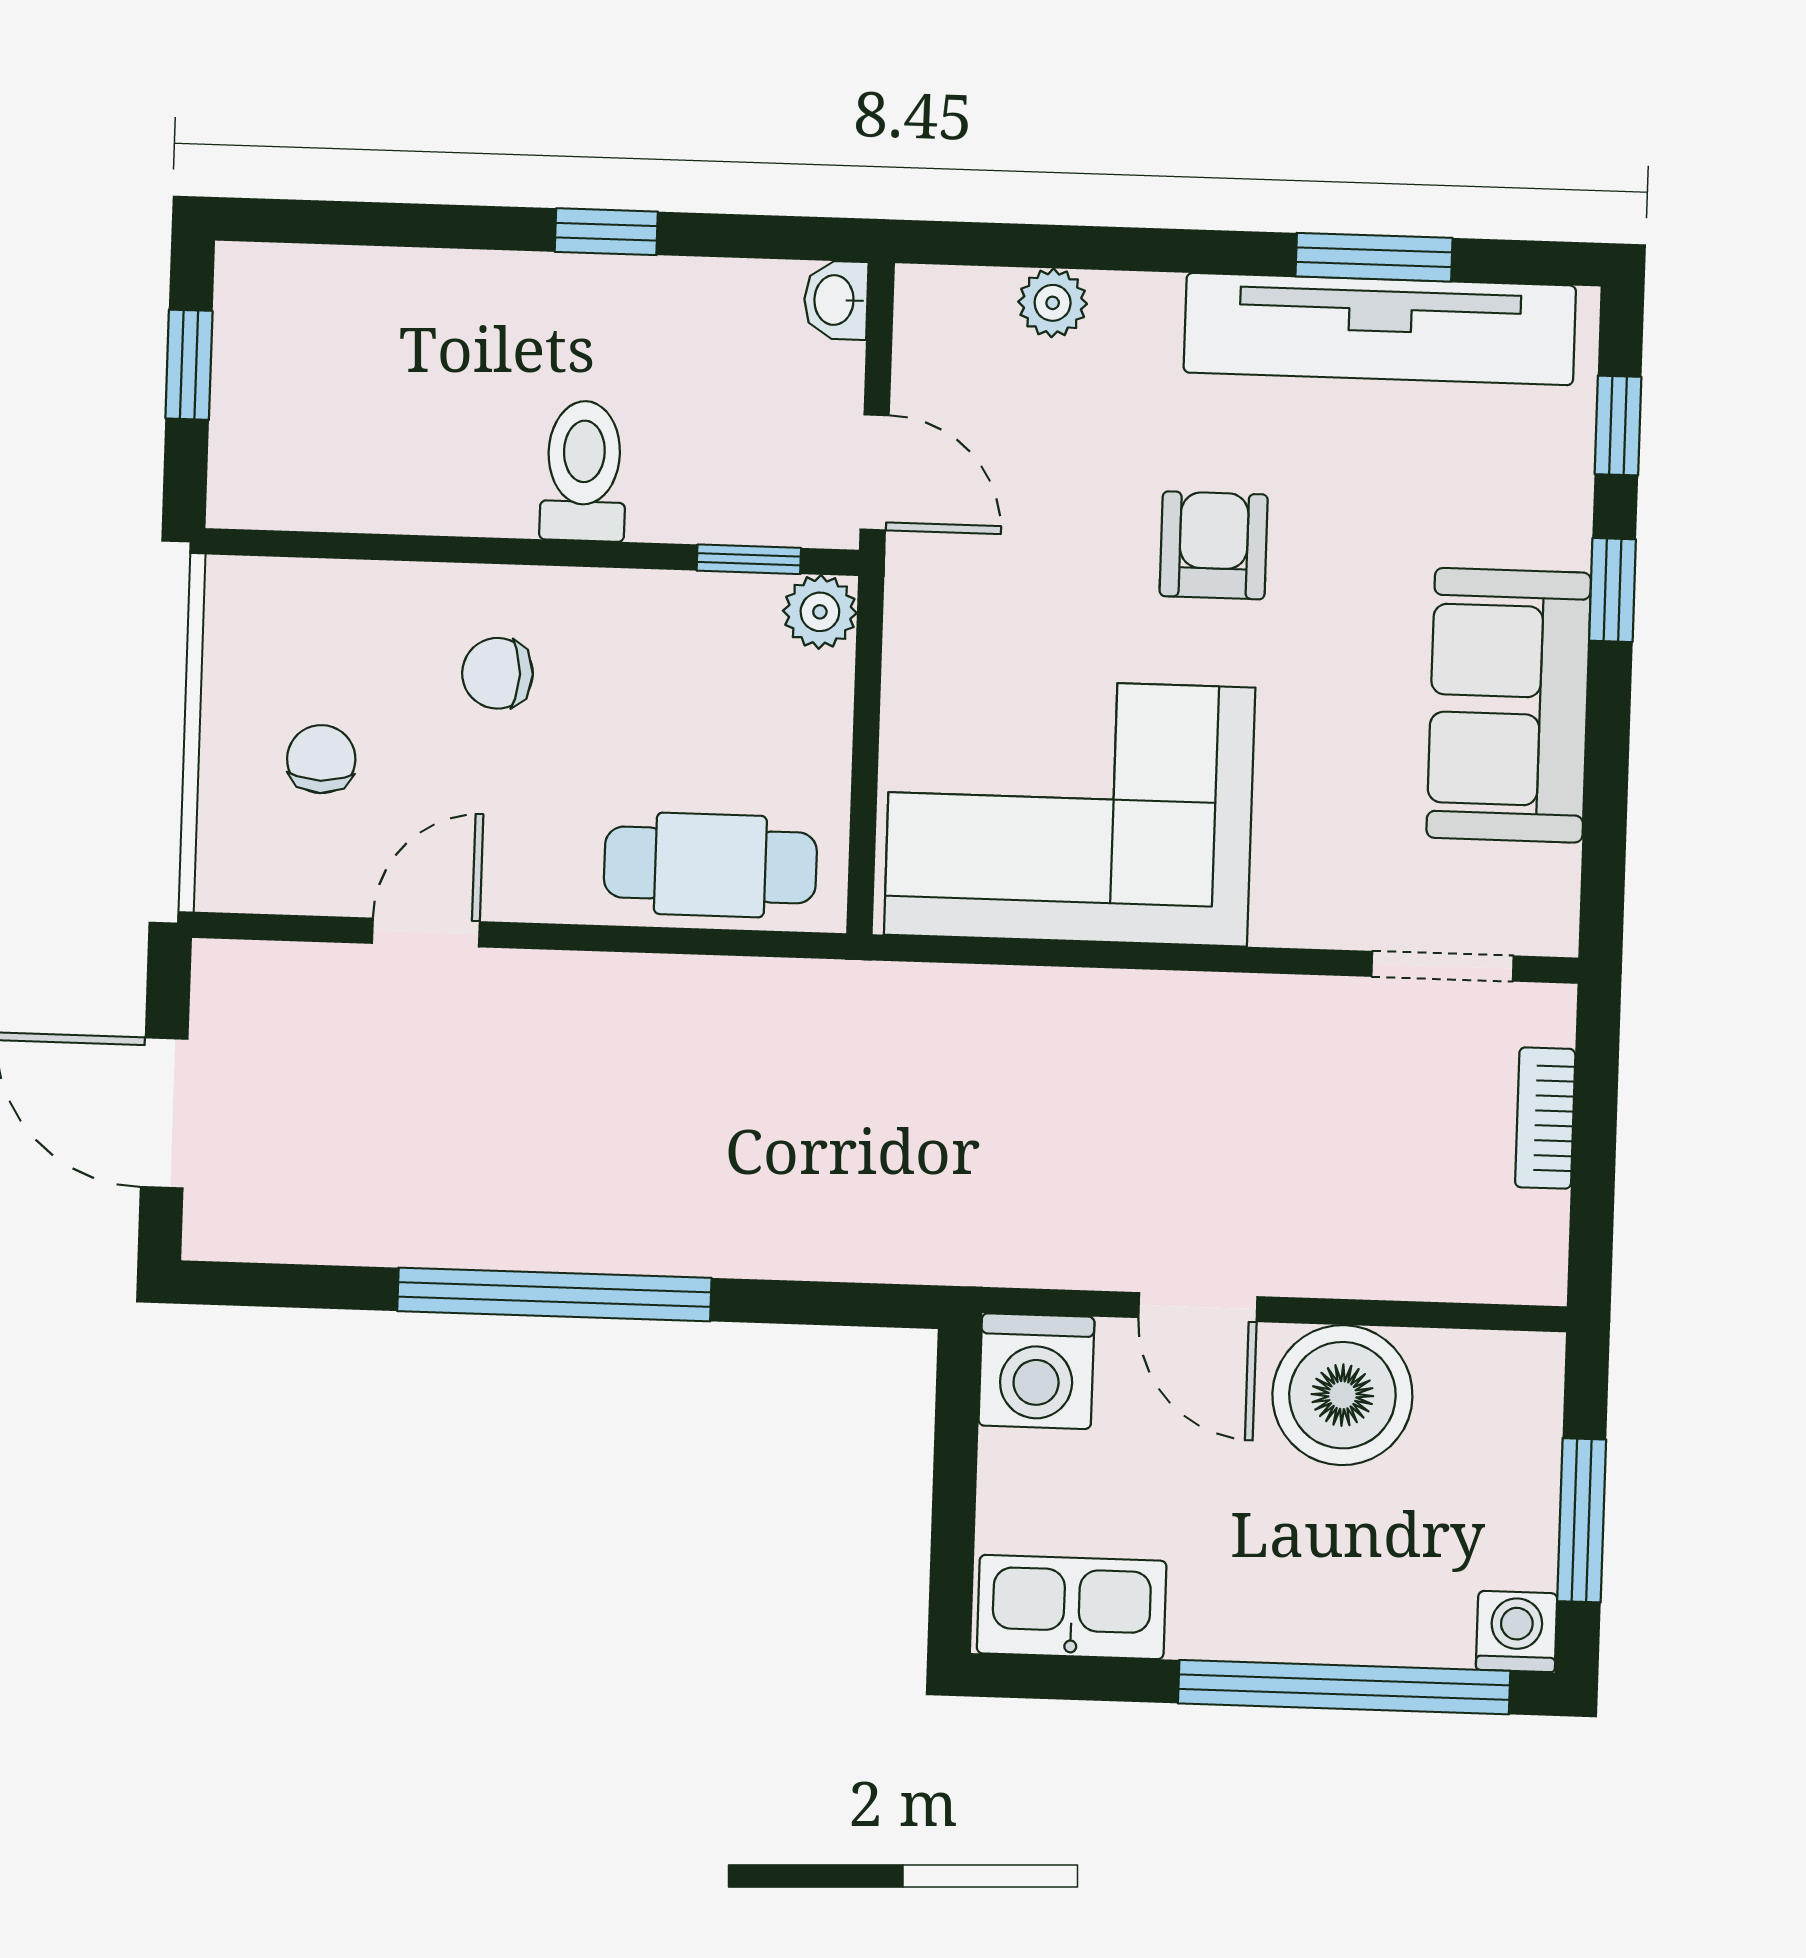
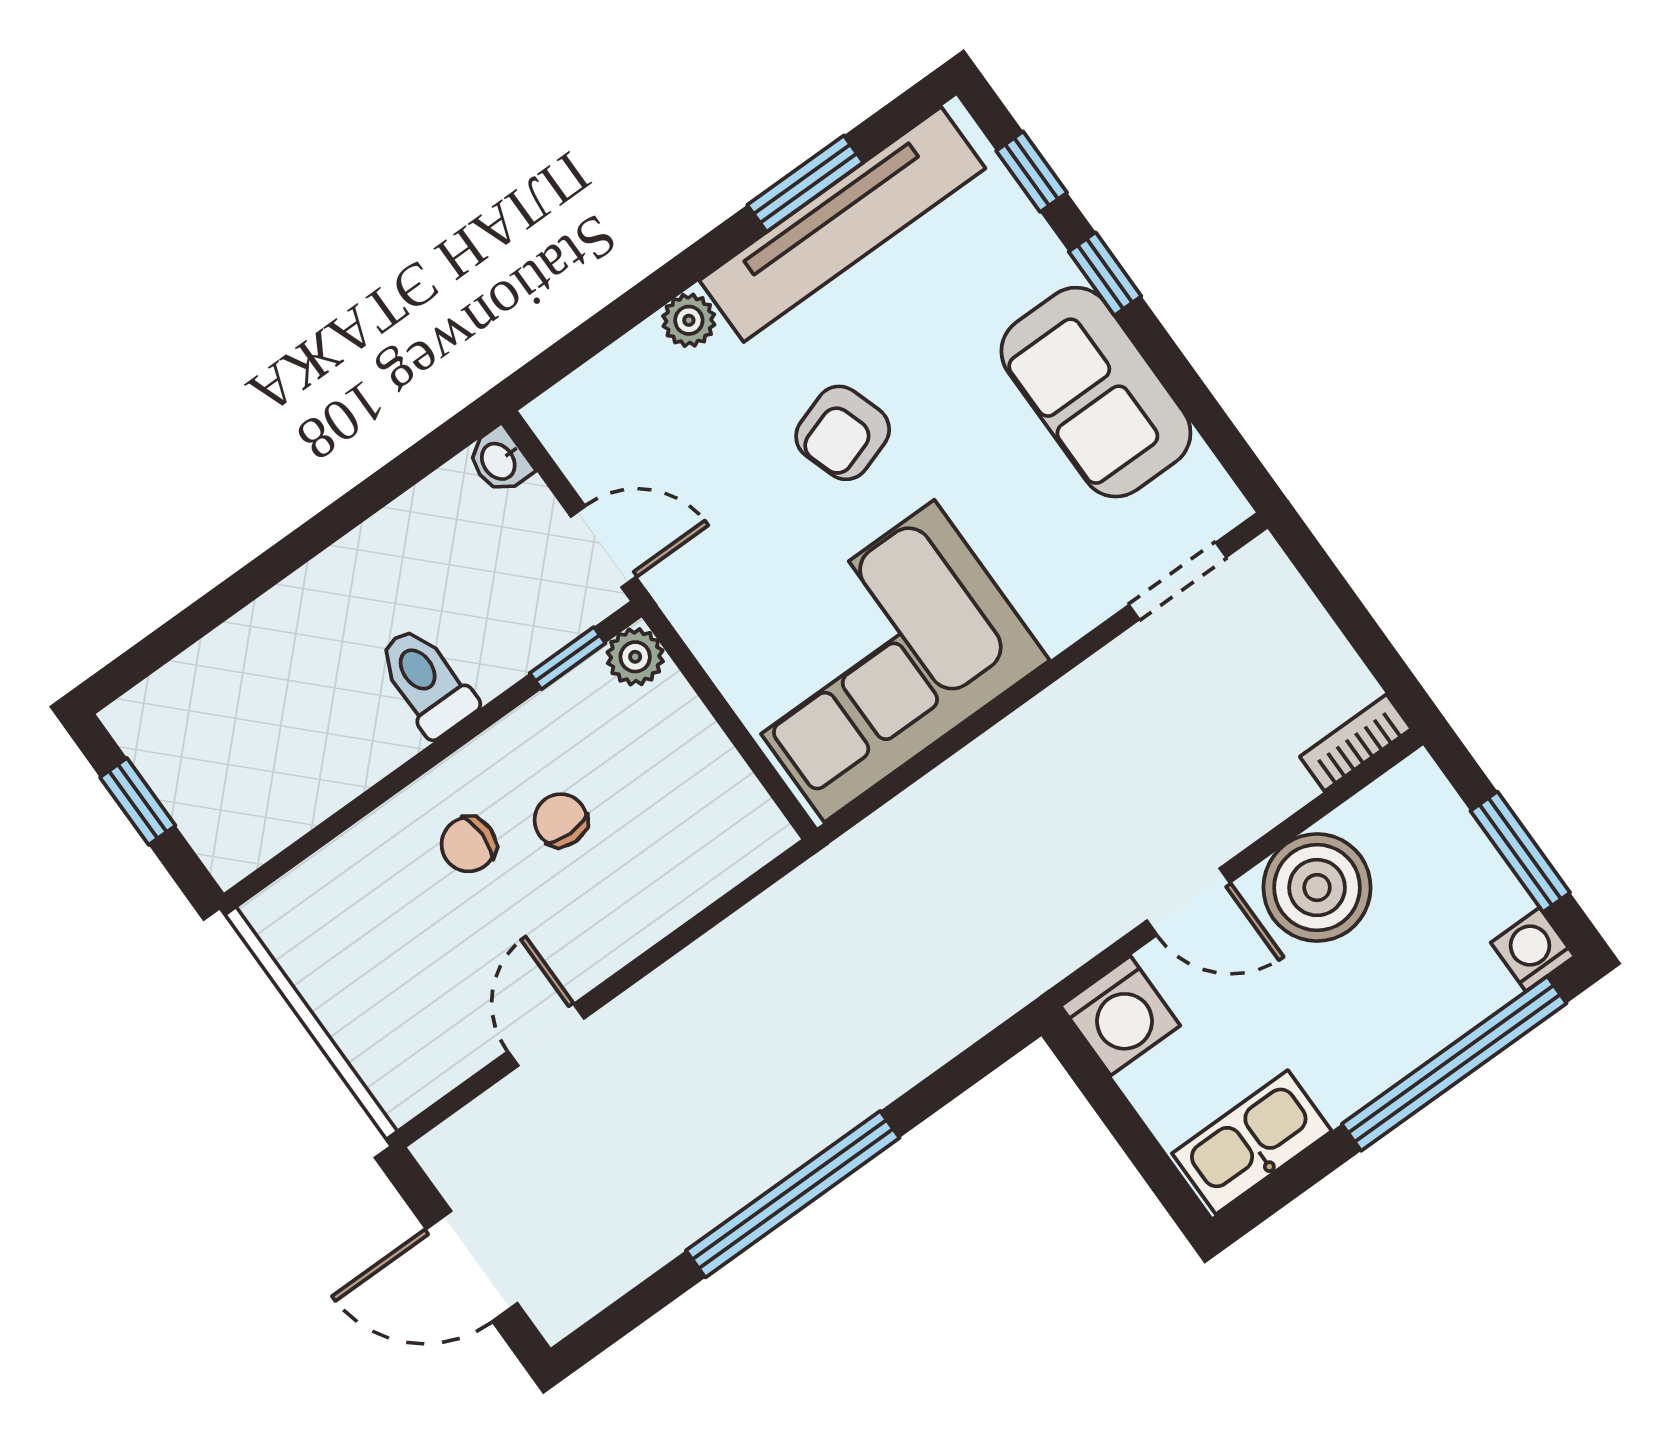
window: (606, 232) -> (328, 526), removed
plant: (1053, 303) -> (689, 320), moved
armchair: (1214, 545) -> (843, 433), turned -108
chair: (321, 759) -> (561, 820), moved
cafe table: (710, 865) -> (687, 861), removed
bookcase: (1545, 1118) -> (1356, 743), moved, turned 90

